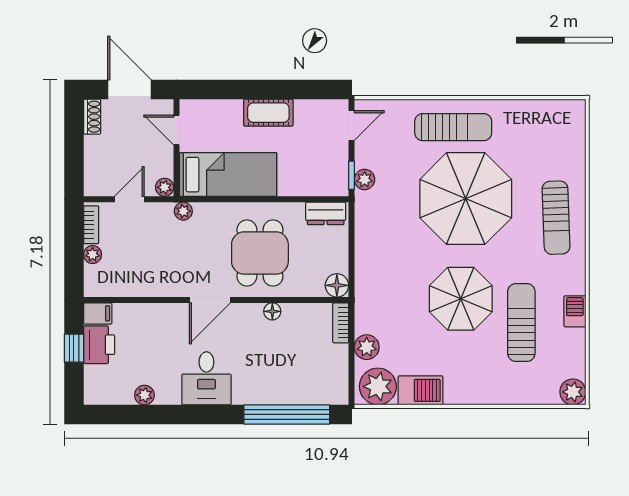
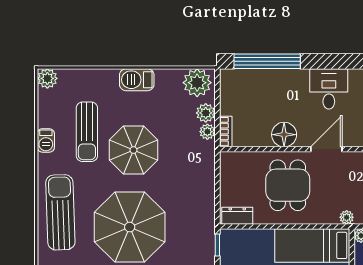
plant: (365, 179) -> (207, 132), moved
sun lounger: (556, 218) -> (60, 212), width x1.36, depth x1.34
floor lamp: (337, 285) -> (229, 160), removed
floor lamp: (272, 311) -> (284, 135), width x1.89, depth x1.89
barbecue: (421, 390) -> (137, 80), moved

